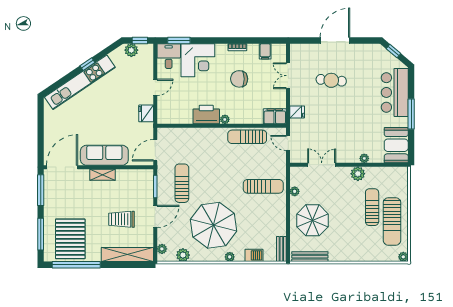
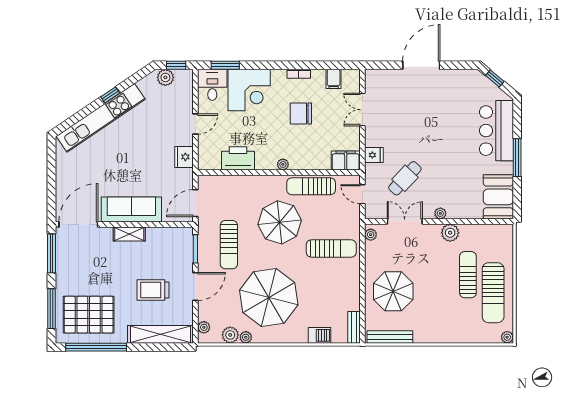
cafe table: (331, 80) -> (405, 178), moved, turned -52
printer: (206, 115) -> (238, 158), moved
plant: (364, 158) -> (440, 213), moved
parasol: (222, 166) -> (280, 222), added
sun lounger: (182, 183) -> (229, 245), turned 180
plant: (295, 191) -> (371, 235), moved
pallet: (70, 239) -> (89, 315), turned 90
plant: (230, 257) -> (246, 337), moved

